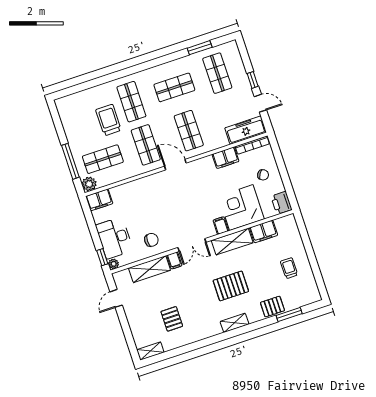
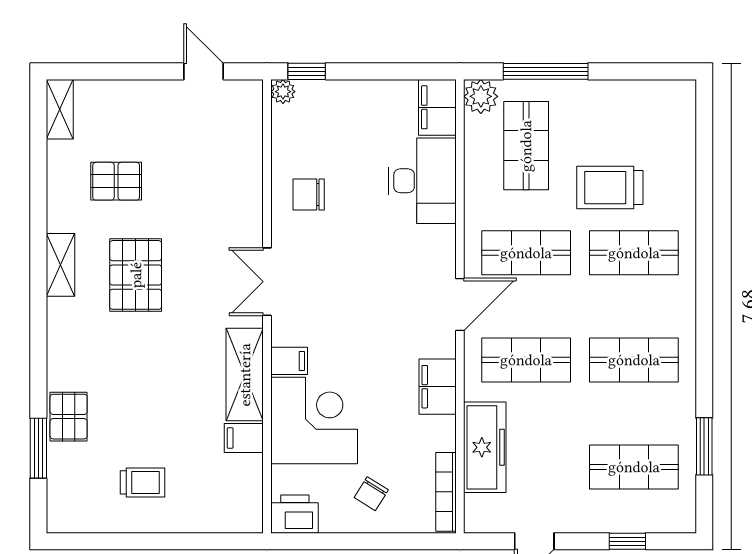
window: (253, 80) -> (627, 541), moved
shop shelf: (174, 87) -> (634, 360), turned 90
trolley: (108, 120) -> (610, 188), turned 180
freezer: (246, 130) -> (485, 447), moved
filing cabinet: (226, 158) -> (438, 387), moved
filing cabinet: (264, 231) -> (244, 438), width x0.50
desk: (114, 238) -> (422, 181), moved, turned 90
chair: (151, 240) -> (309, 194), turned 90
filing cabinet: (174, 260) -> (245, 231), removed
shelving: (149, 269) -> (245, 168), removed
pallet: (231, 286) -> (136, 275), moved
shelving: (235, 323) -> (60, 265), moved

